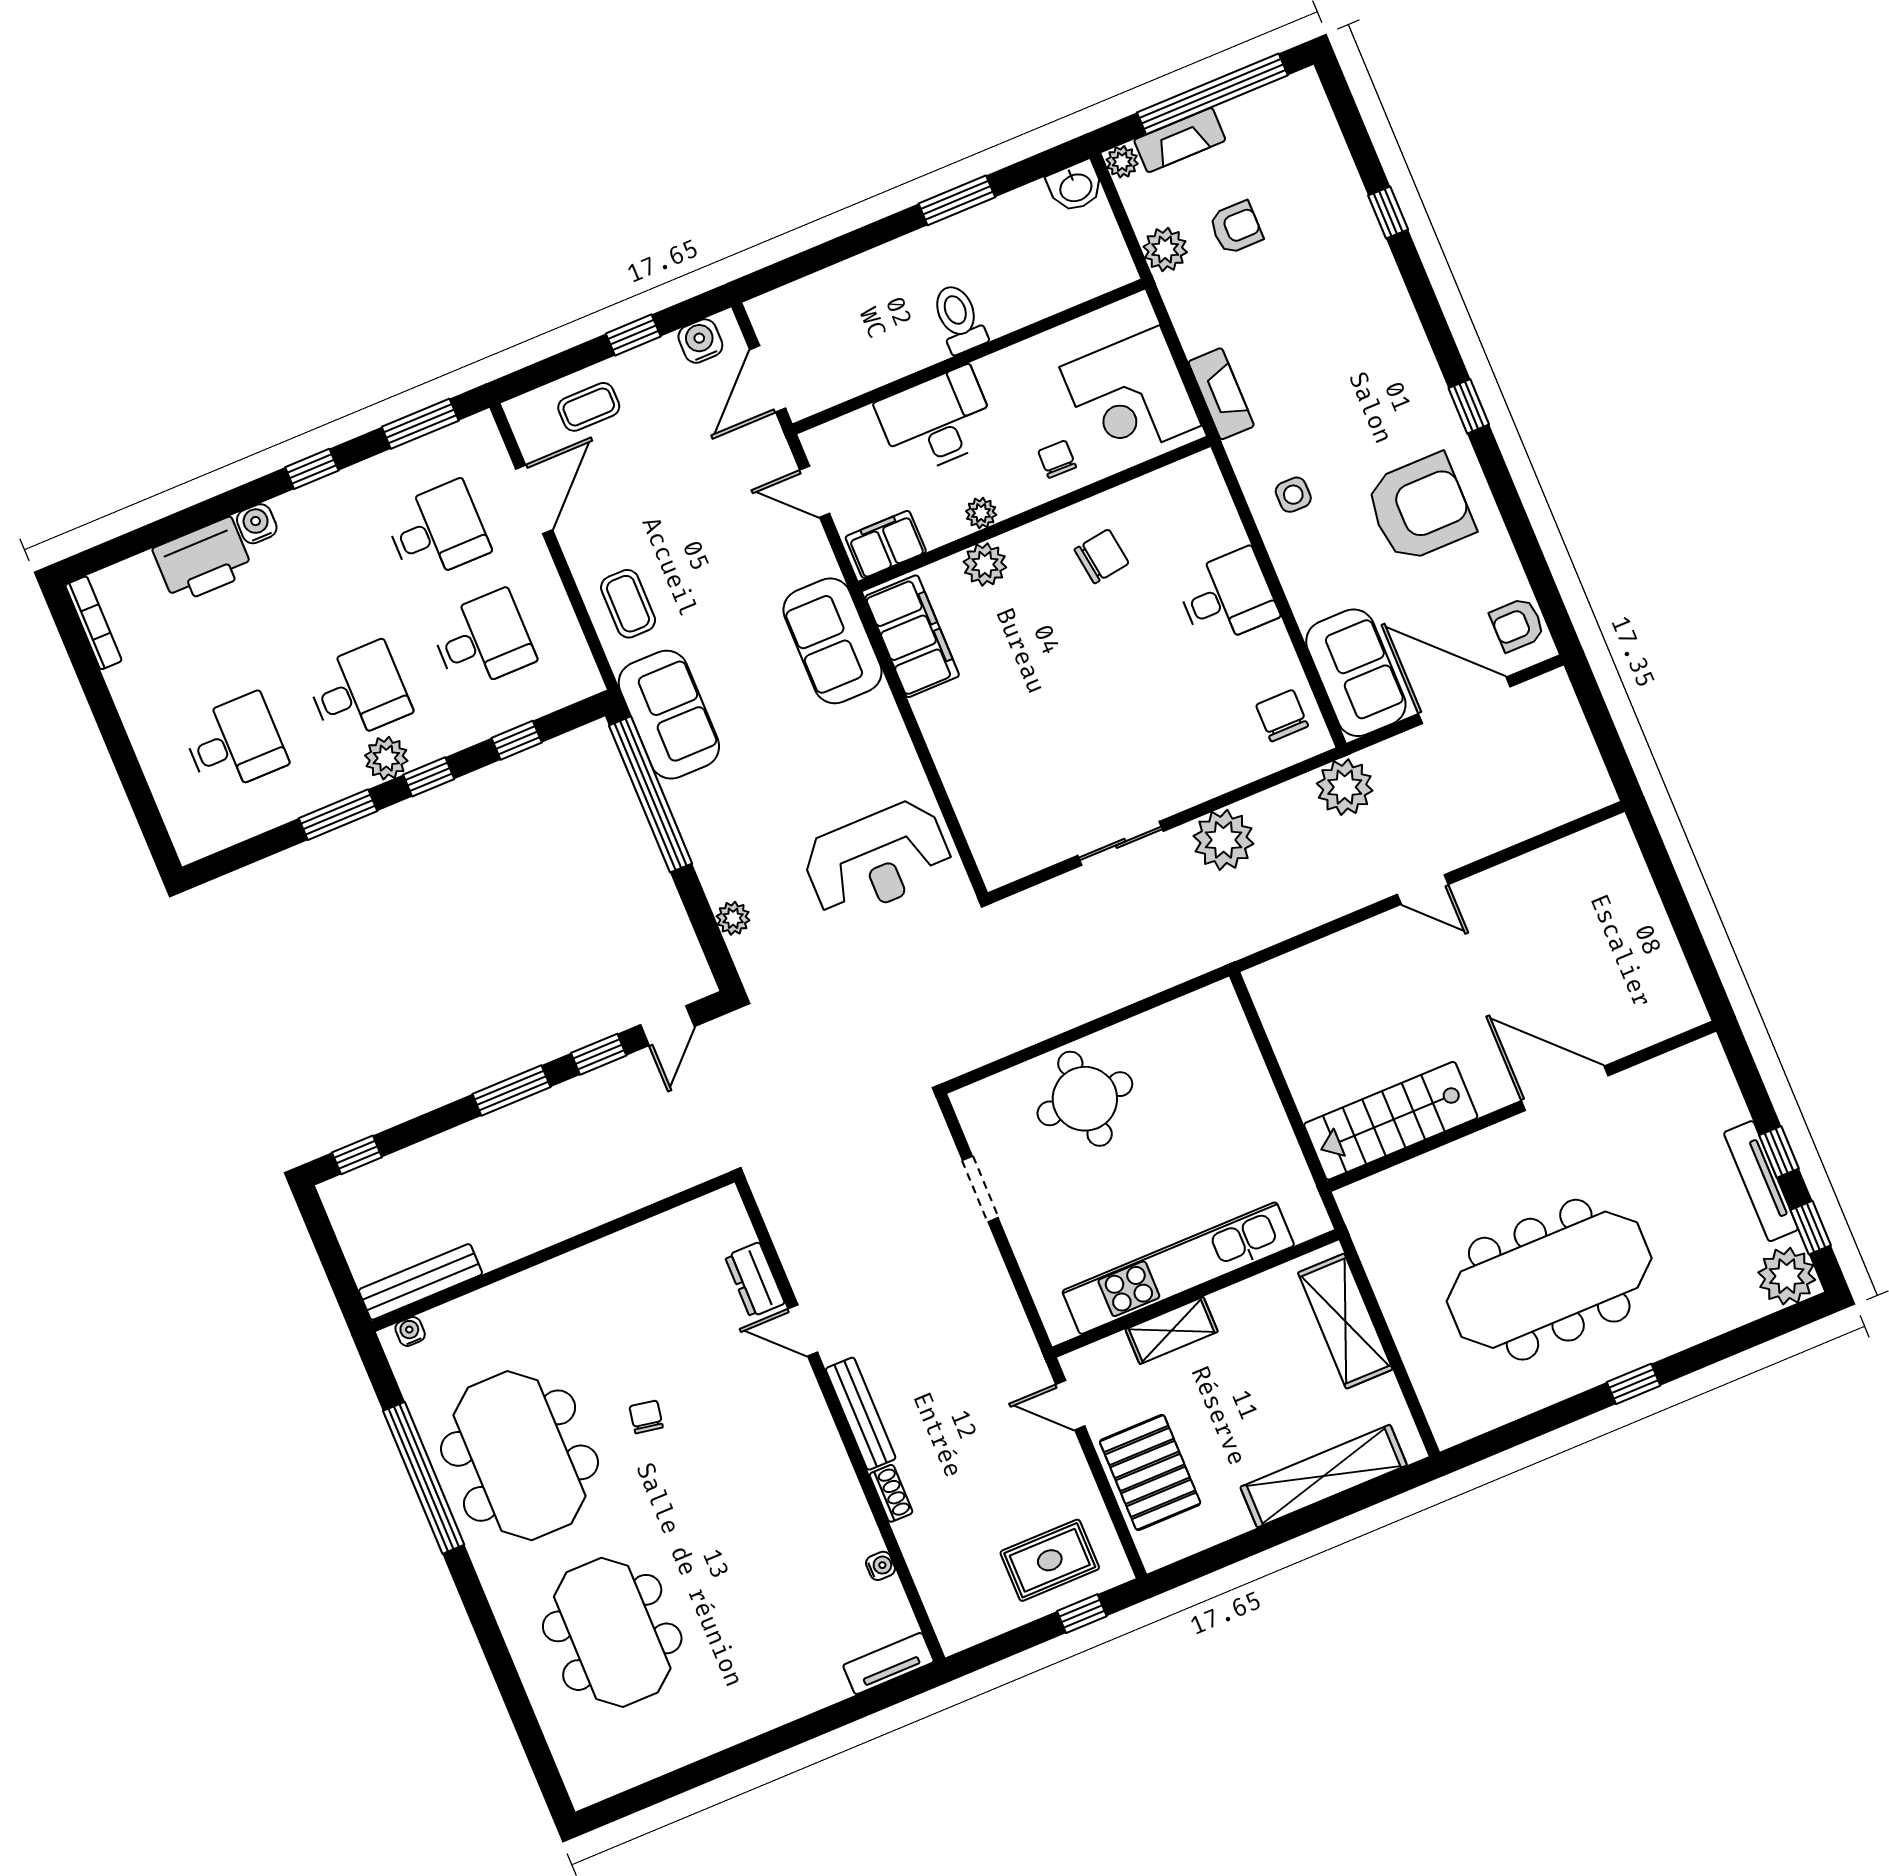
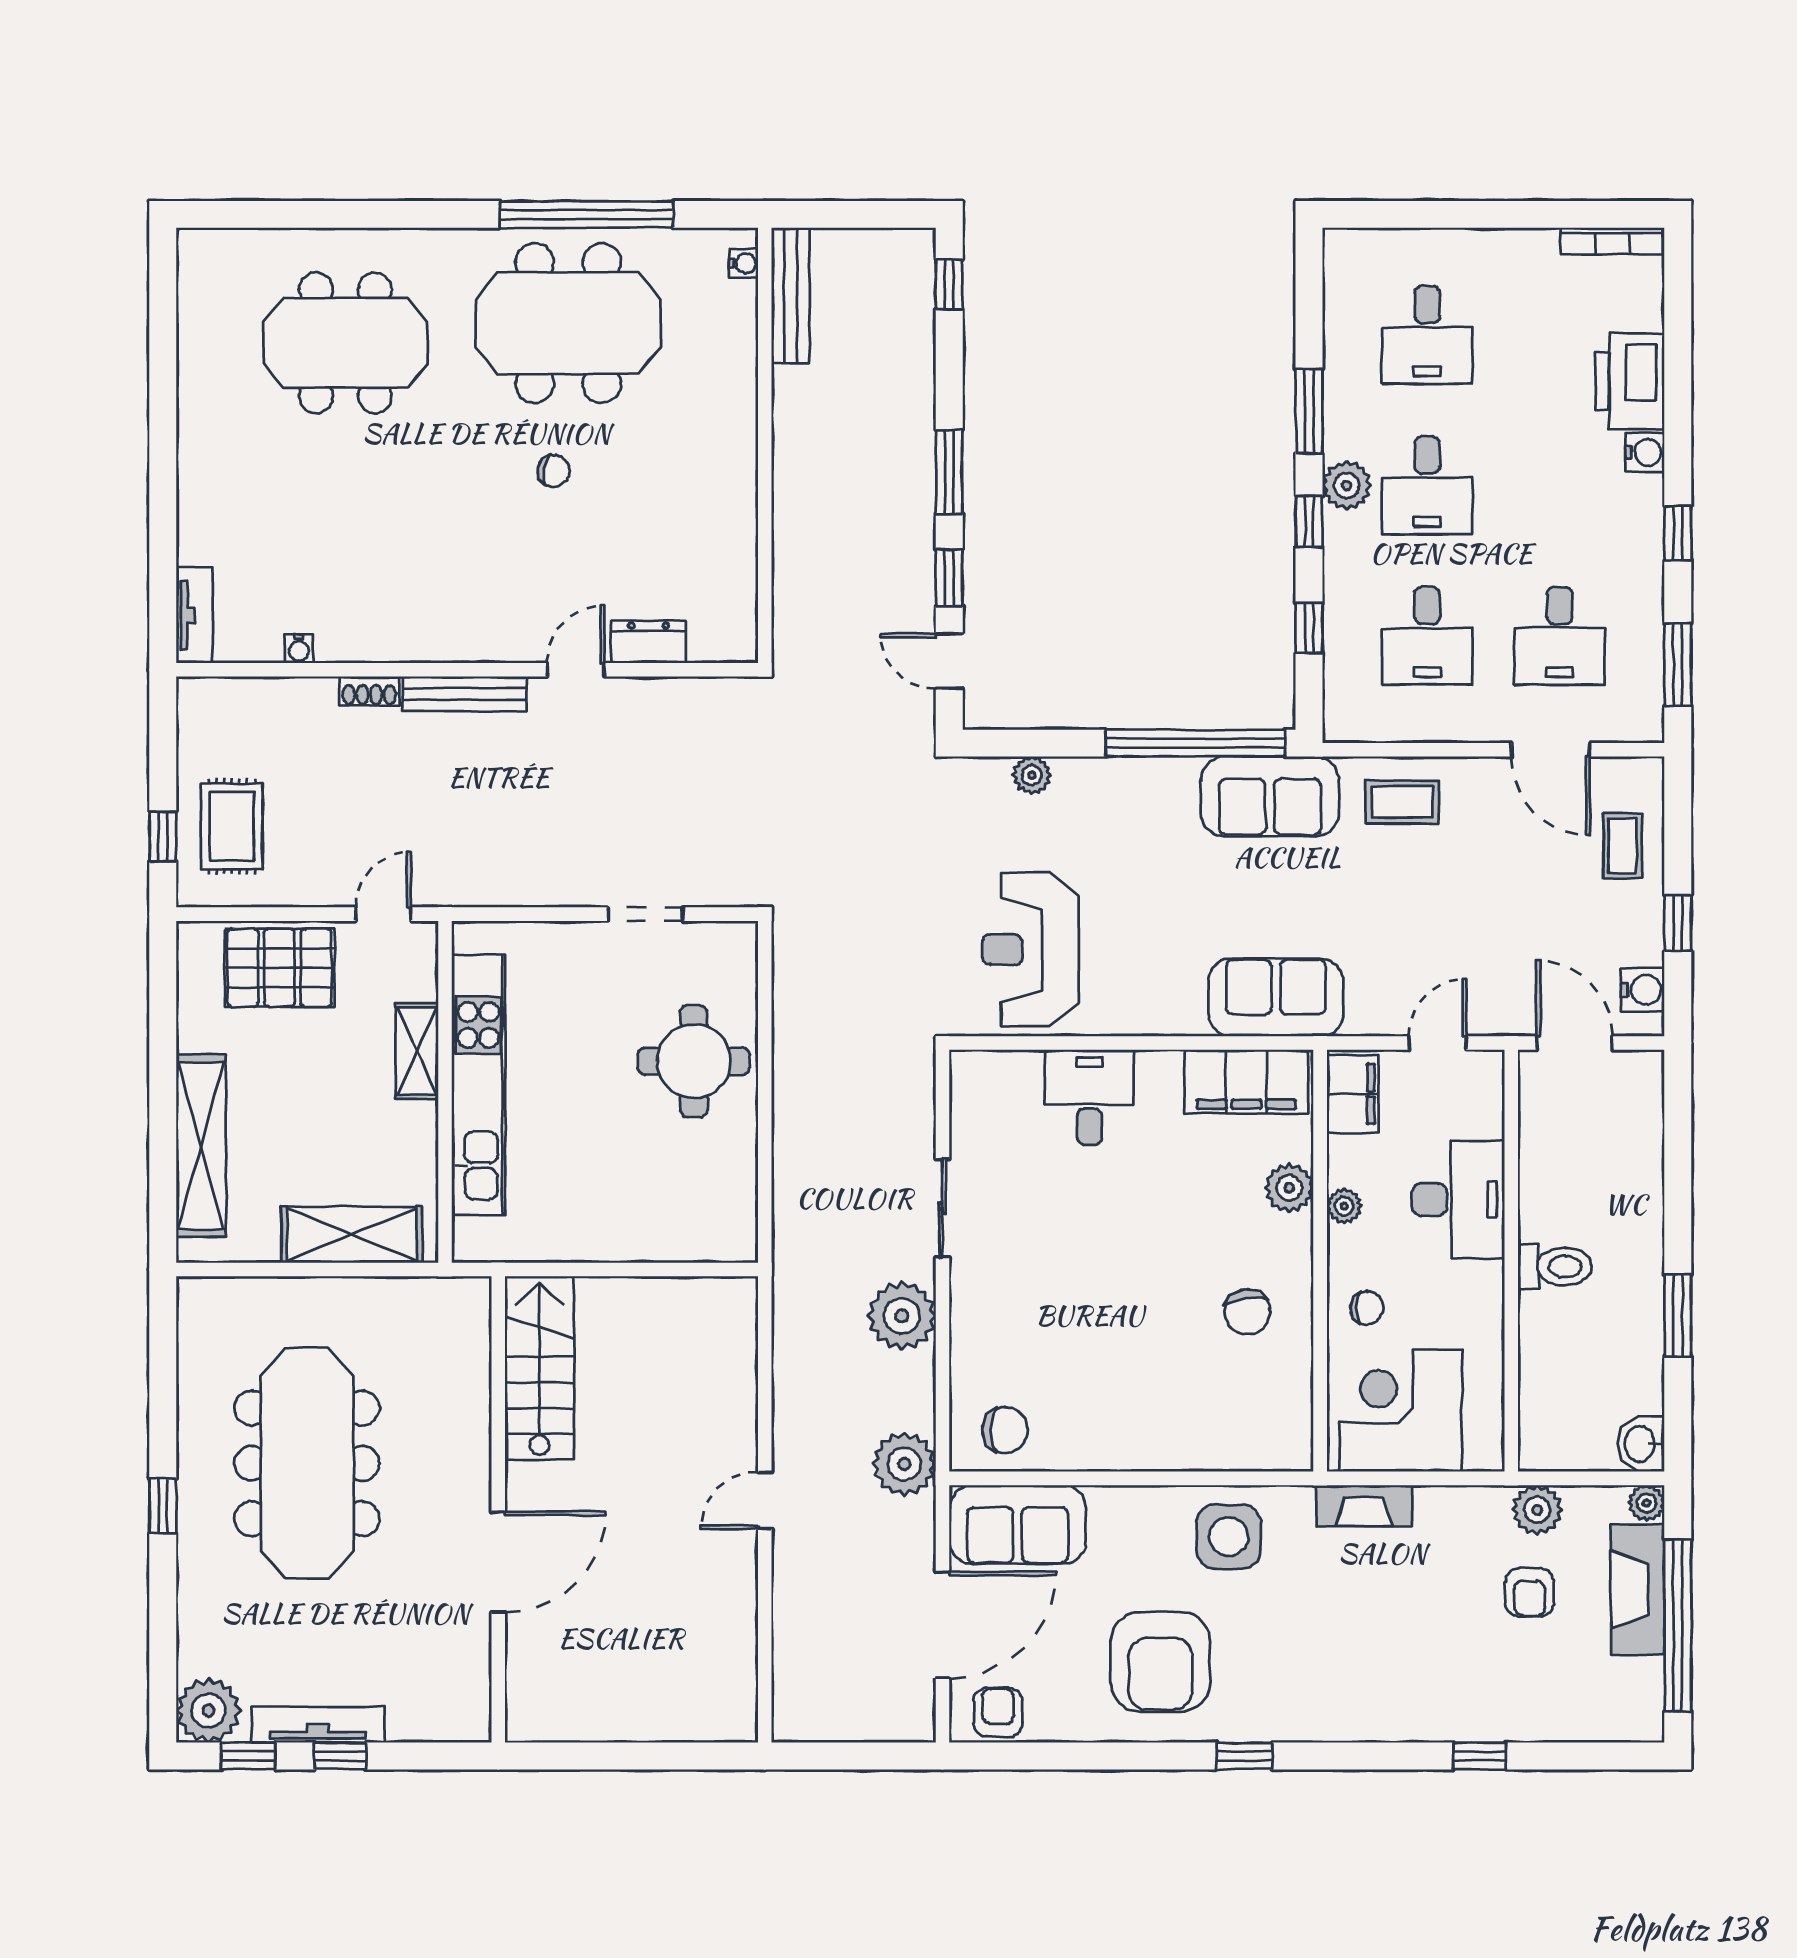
fireplace: (1180, 140) -> (1638, 1589), width x1.37, depth x1.32
side table: (1293, 495) -> (1229, 1537), width x1.87, depth x1.87
desk: (1227, 597) -> (1089, 1097), moved, turned 180

